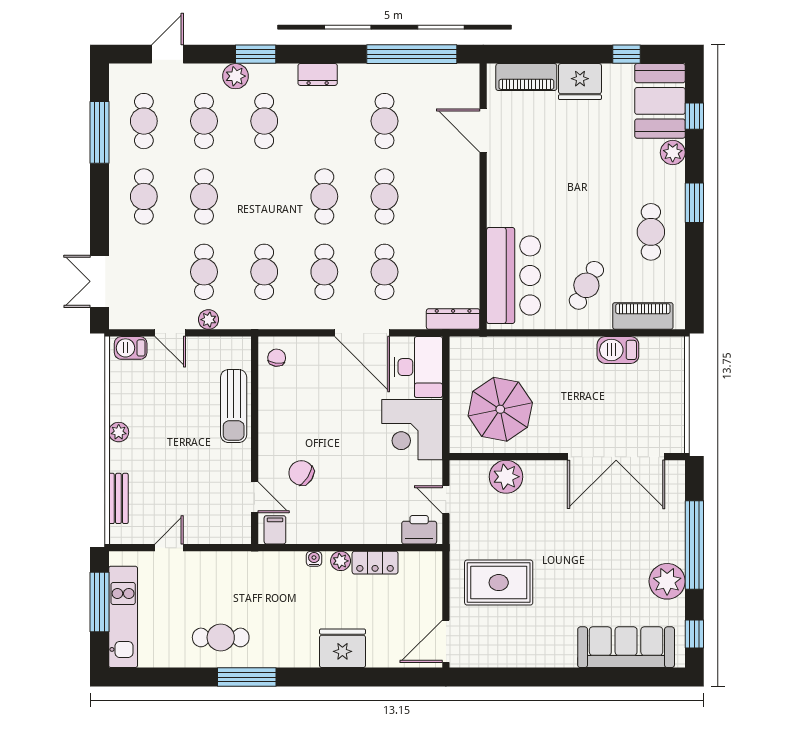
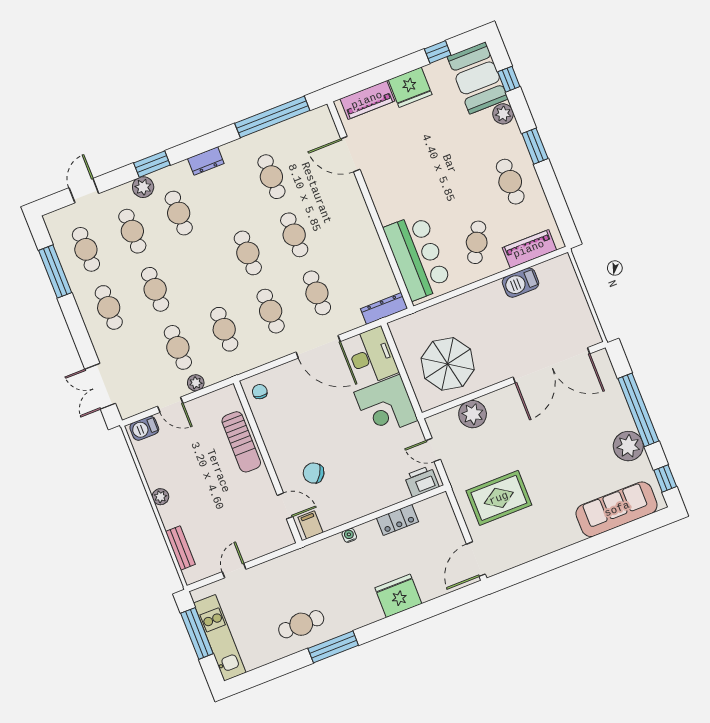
plant: (341, 561) -> (370, 529), removed

